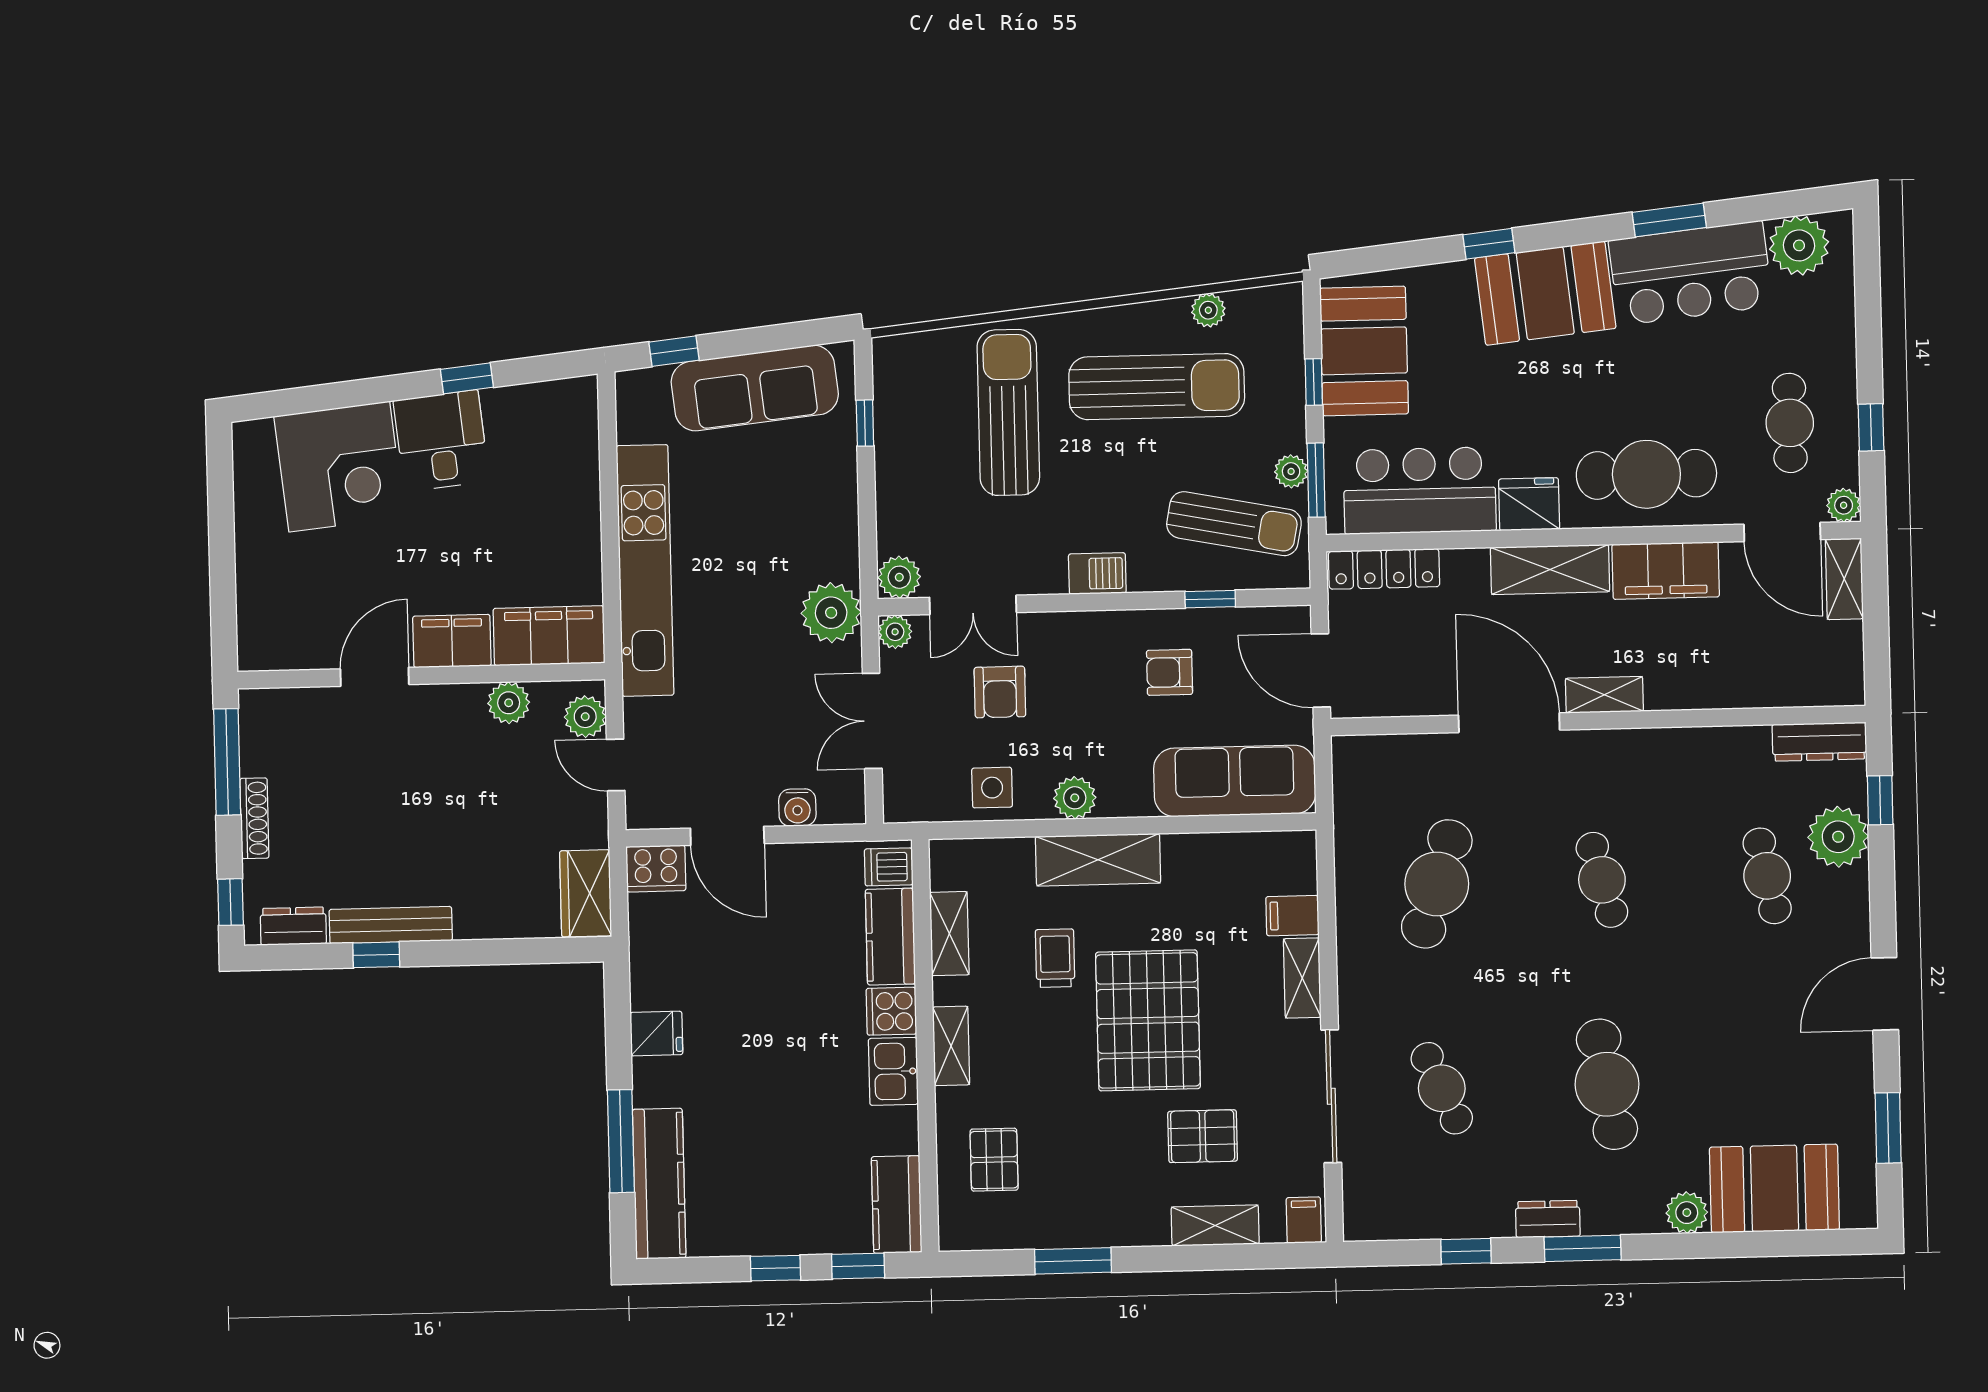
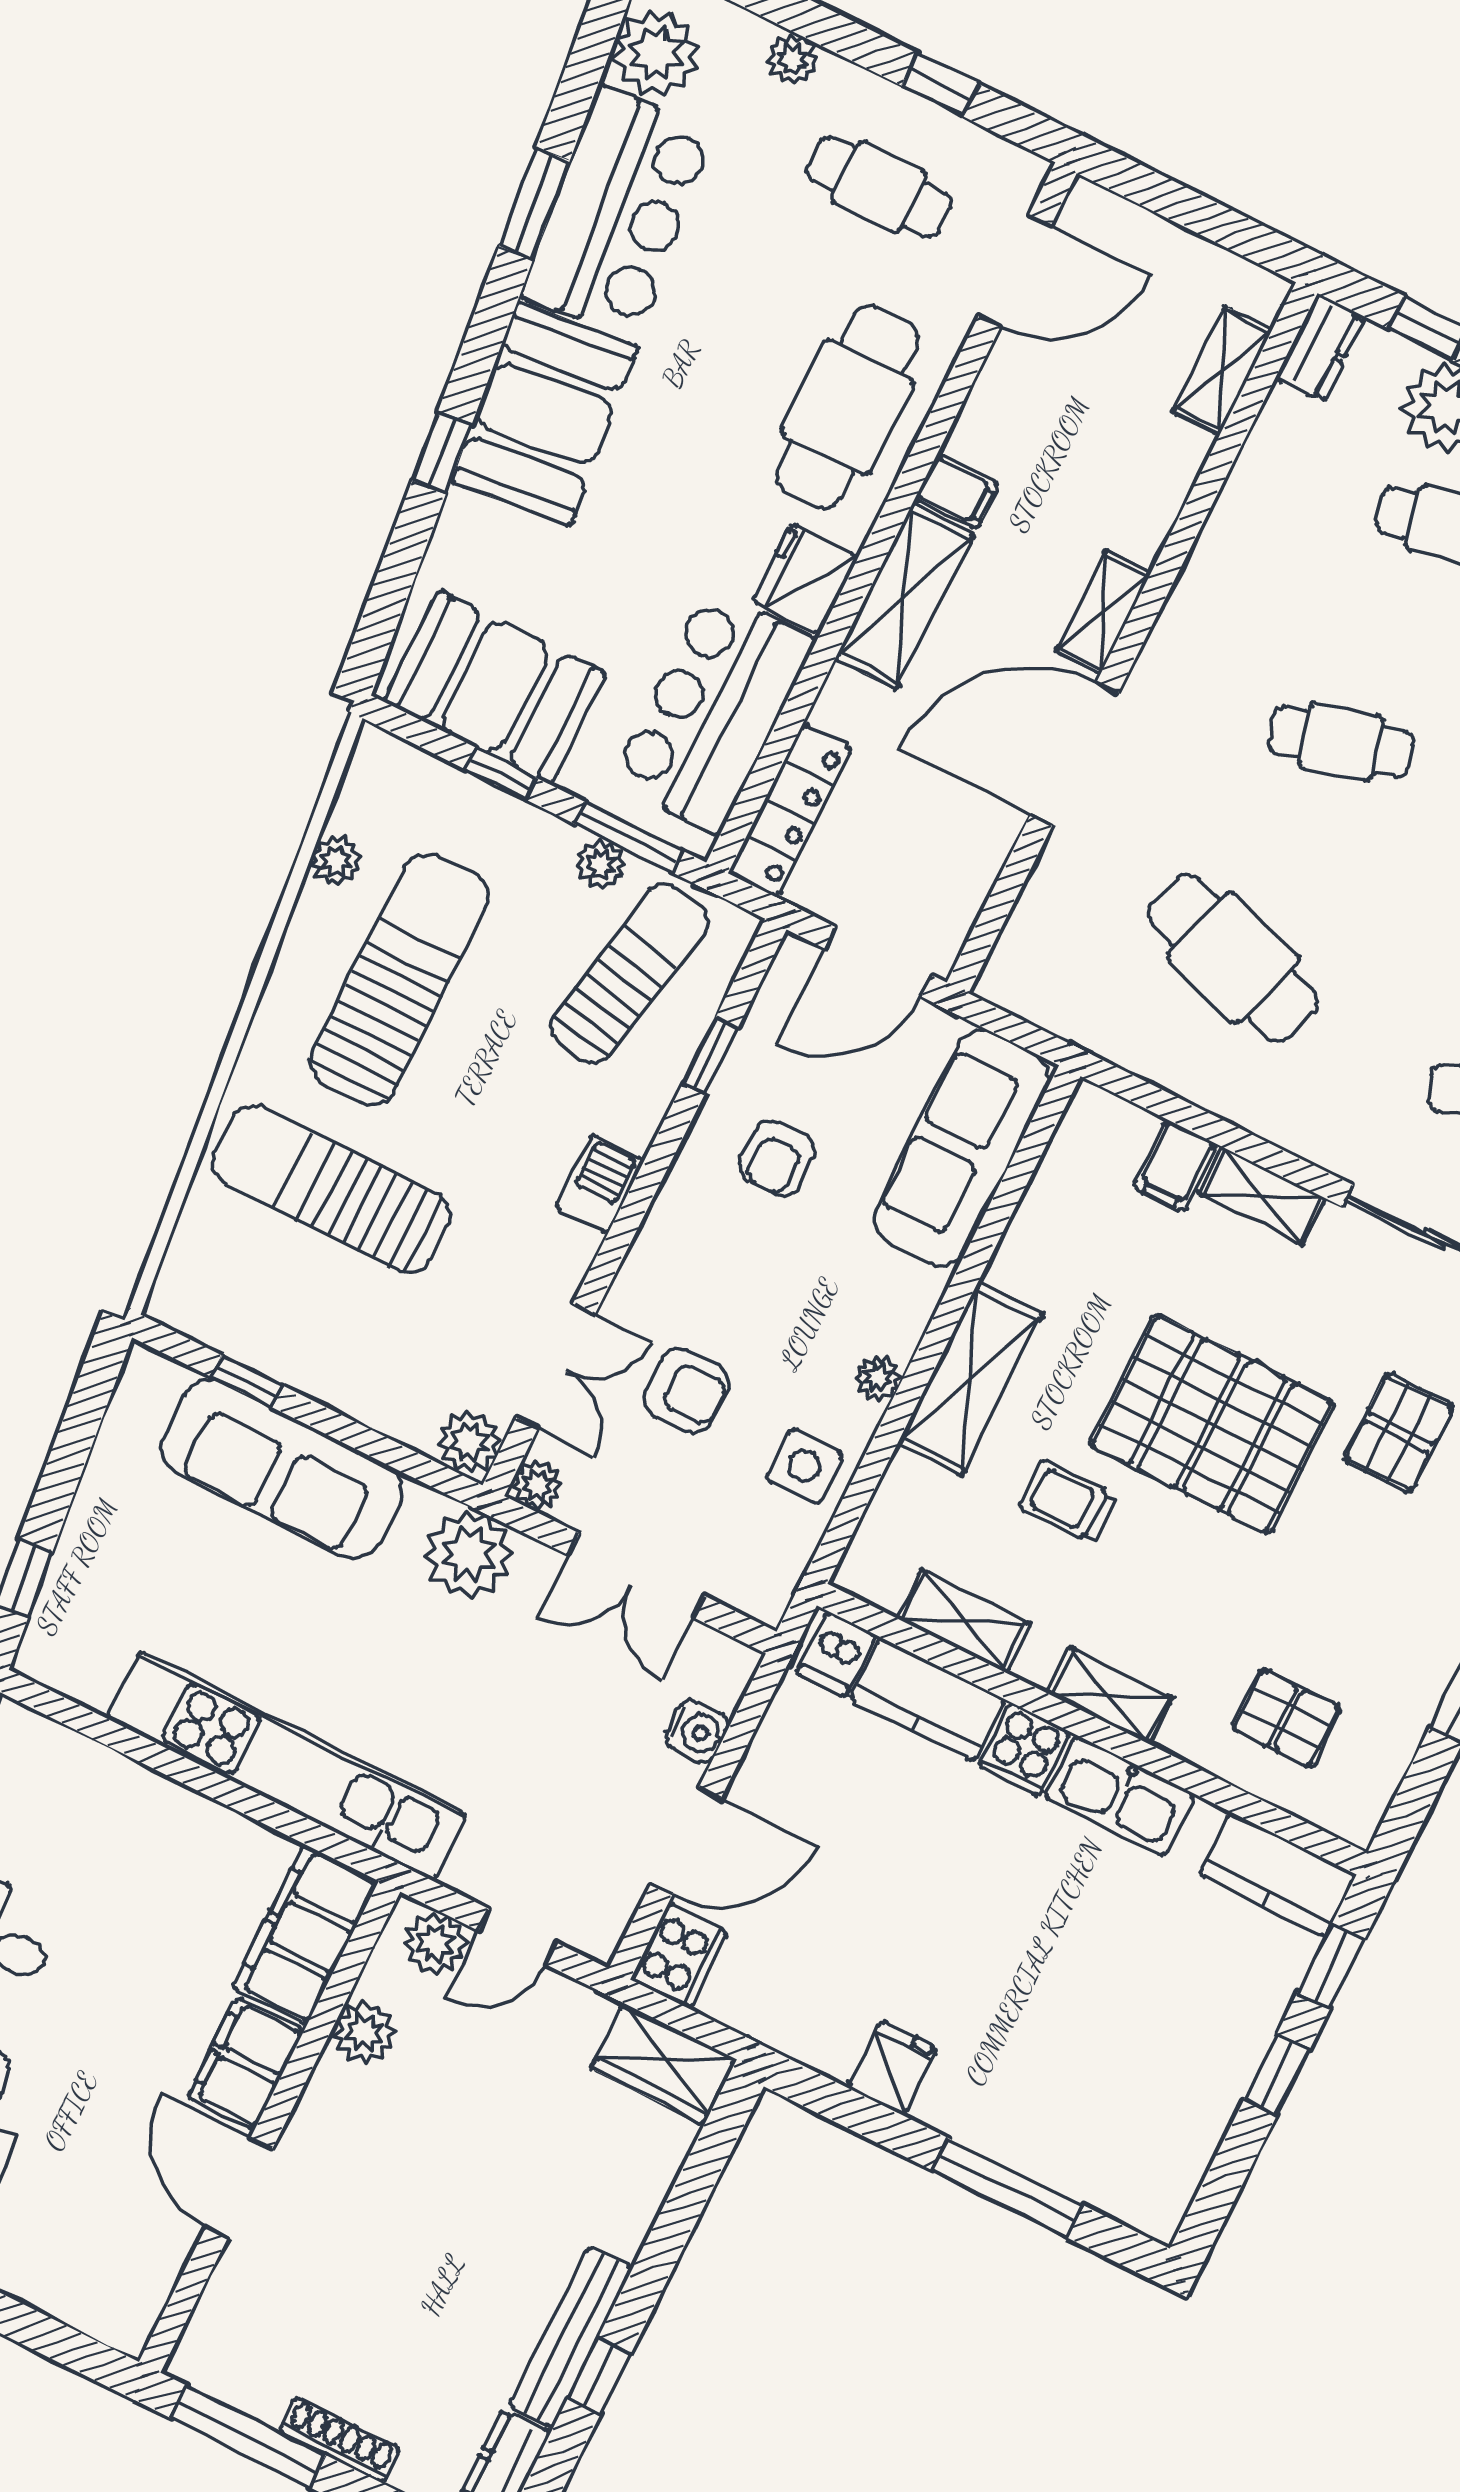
sofa: (755, 388) -> (282, 1469), moved, turned 96
plant: (1844, 505) -> (792, 59), moved
filing cabinet: (1666, 571) -> (957, 492), width x0.33, depth x0.86
shelving: (1844, 579) -> (1222, 371), moved, turned 90
dresser: (1819, 742) -> (1320, 348), width x0.70
plant: (1075, 798) -> (878, 1378), width x0.73, depth x0.73
kitchen sink: (893, 1071) -> (1120, 1796), width x1.38
kitchen counter: (659, 1184) -> (1088, 2167), removed

